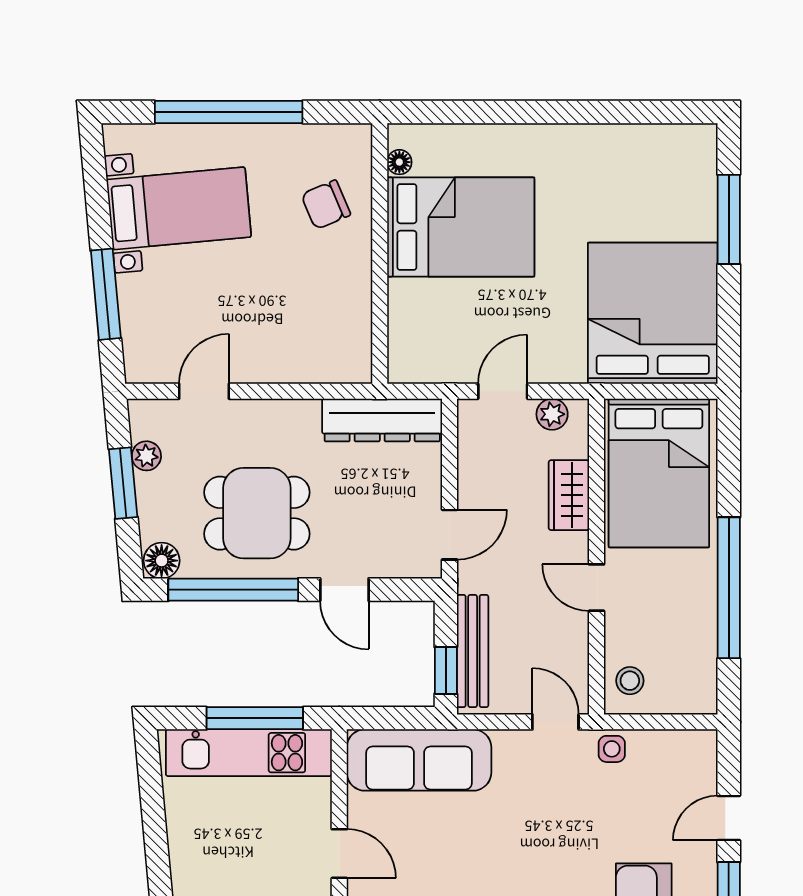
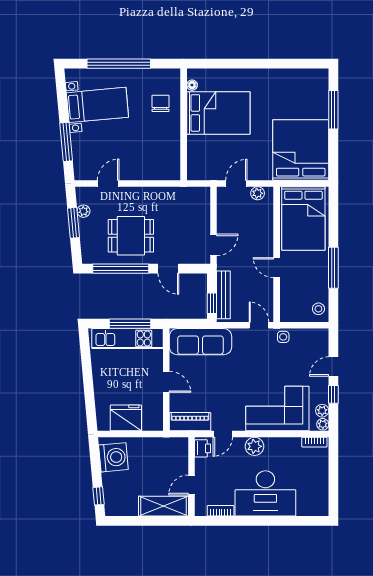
chair: (326, 205) -> (160, 103), turned 113
dresser: (382, 420) -> (185, 196), removed
wardrobe: (569, 495) -> (265, 228), removed
floor lamp: (162, 561) -> (90, 256), removed
window: (729, 588) -> (333, 268), width x0.68
stool: (630, 681) -> (318, 309), moved

